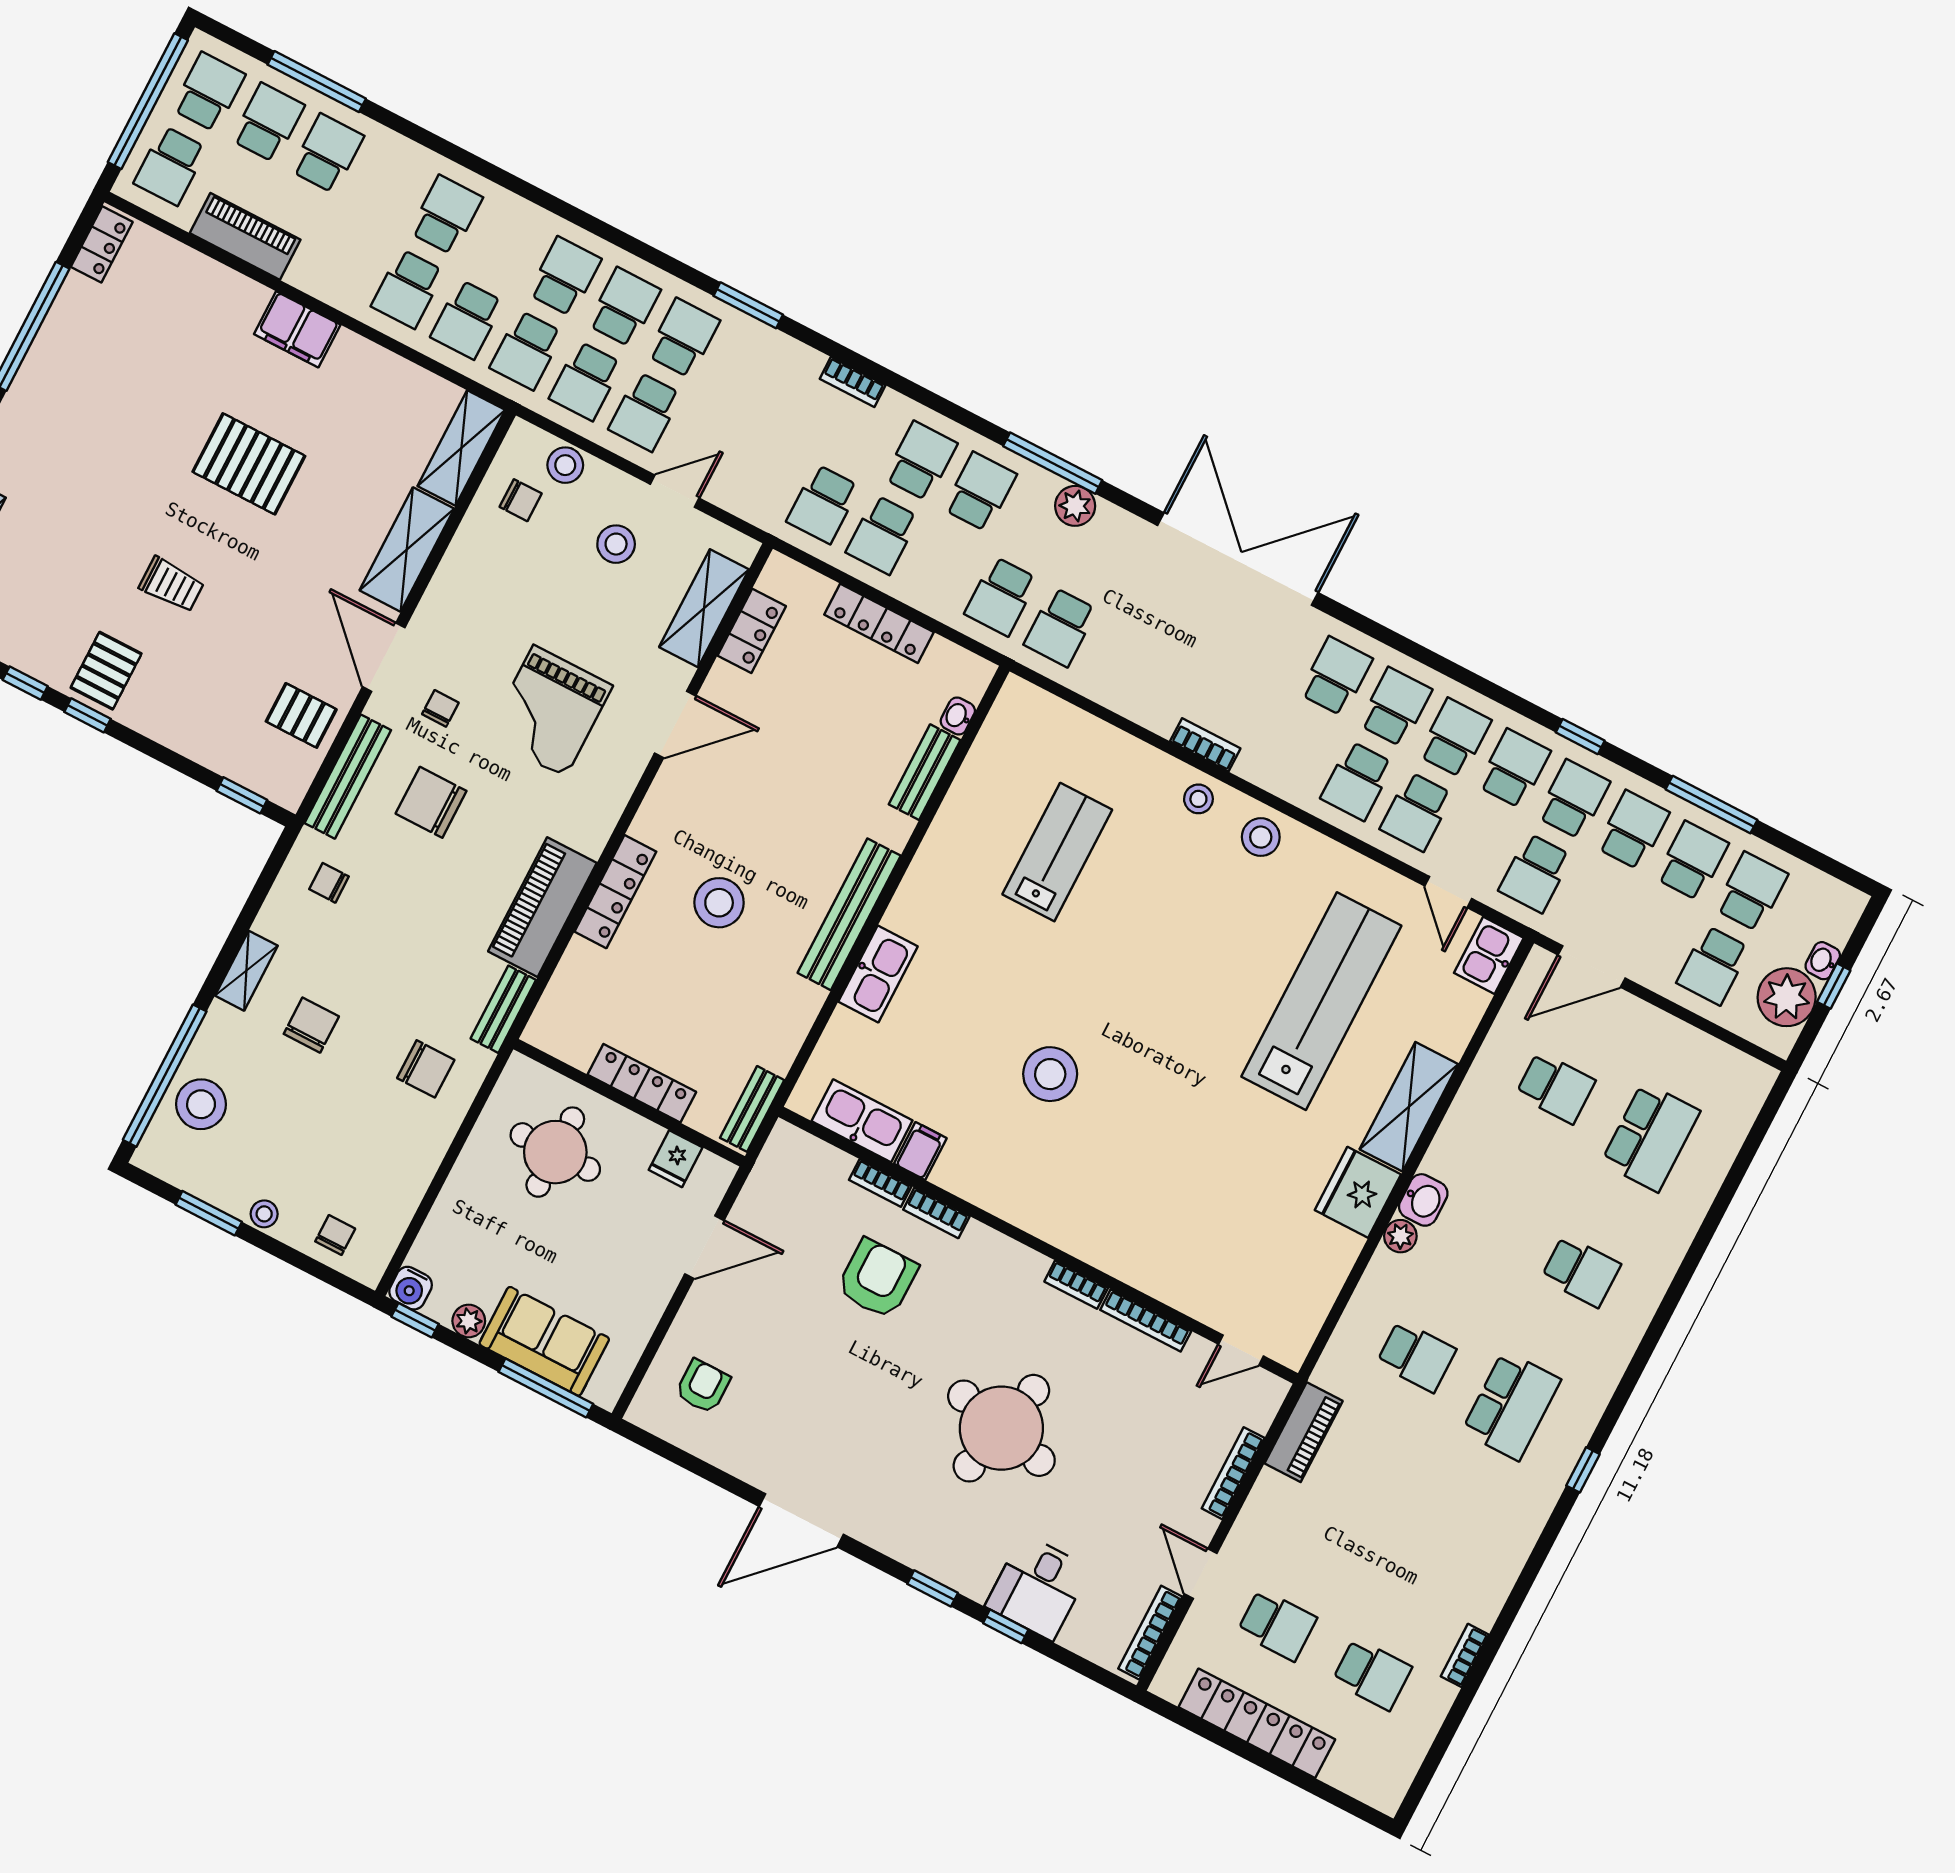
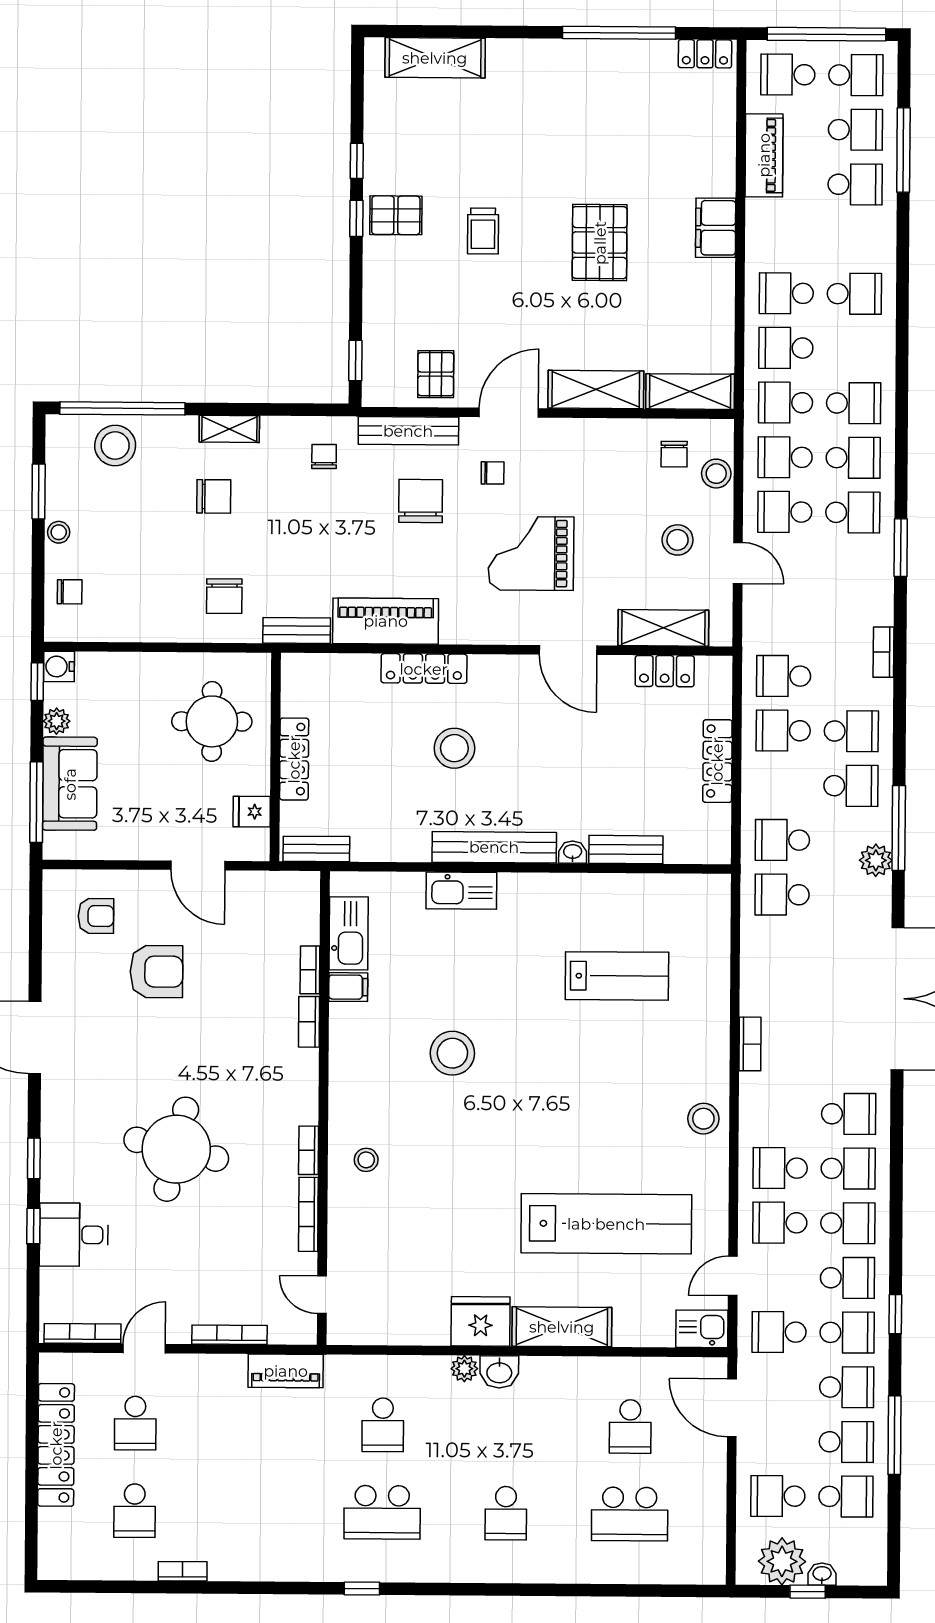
washbasin: (958, 716) -> (573, 852), moved
stool: (1198, 799) -> (366, 1160), moved
armchair: (877, 1279) -> (156, 972), moved

